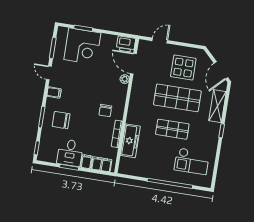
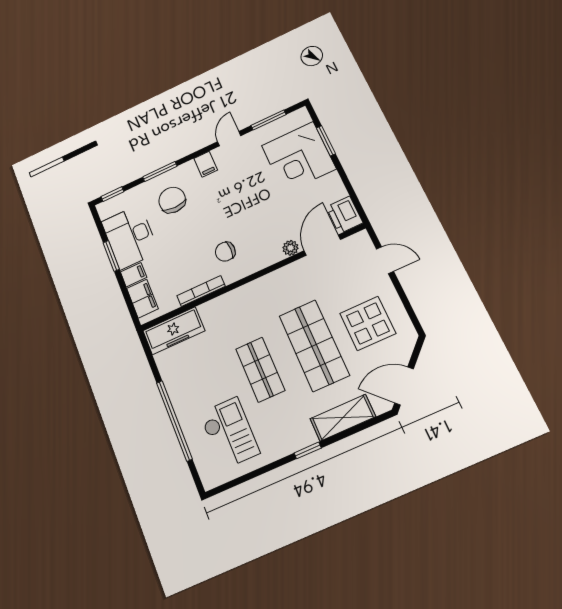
freezer: (130, 141) -> (174, 331), moved
desk: (70, 153) -> (130, 237), width x1.37
checkout: (192, 161) -> (229, 433), turned 180

